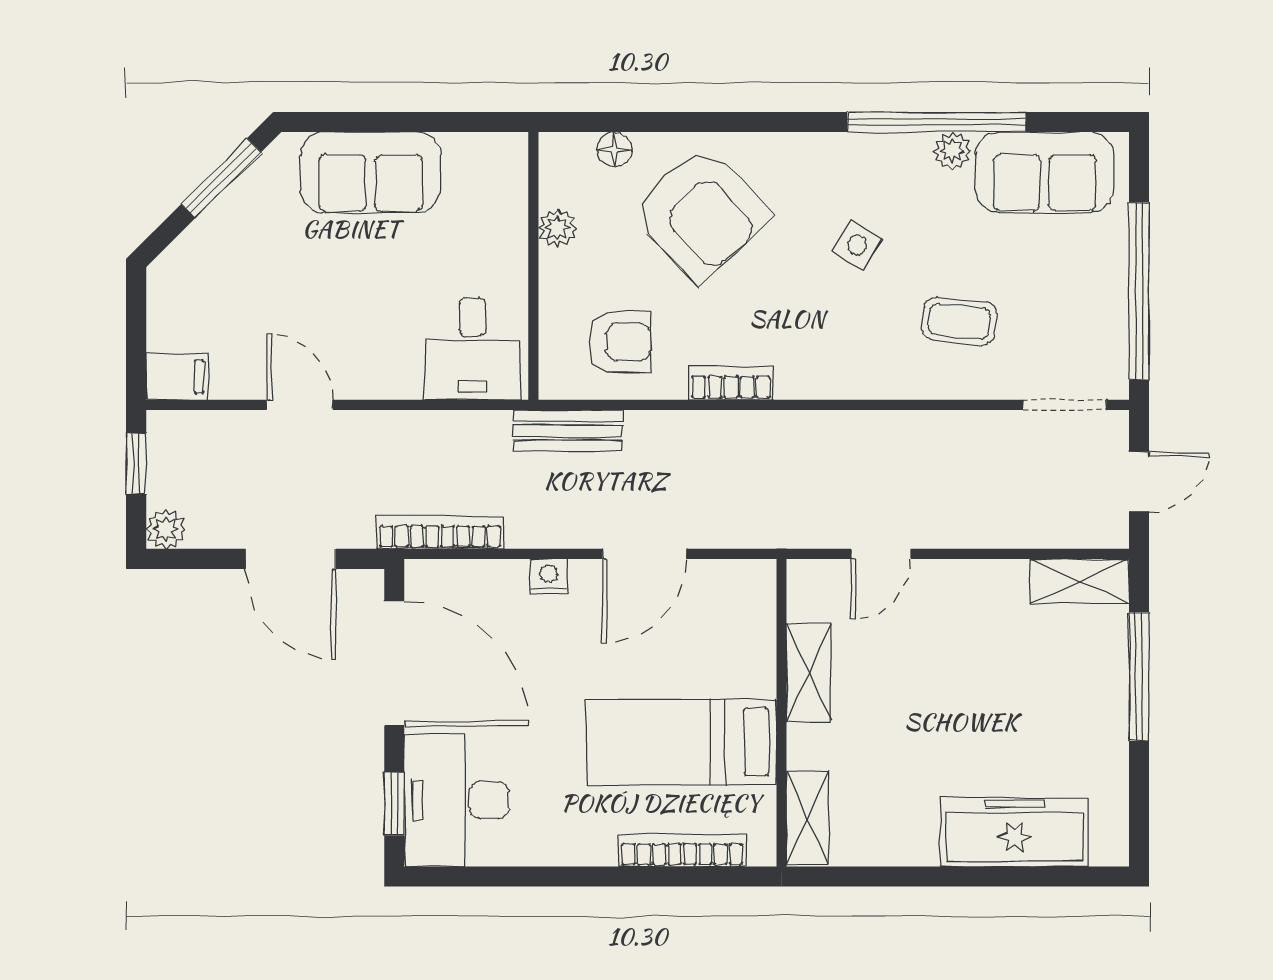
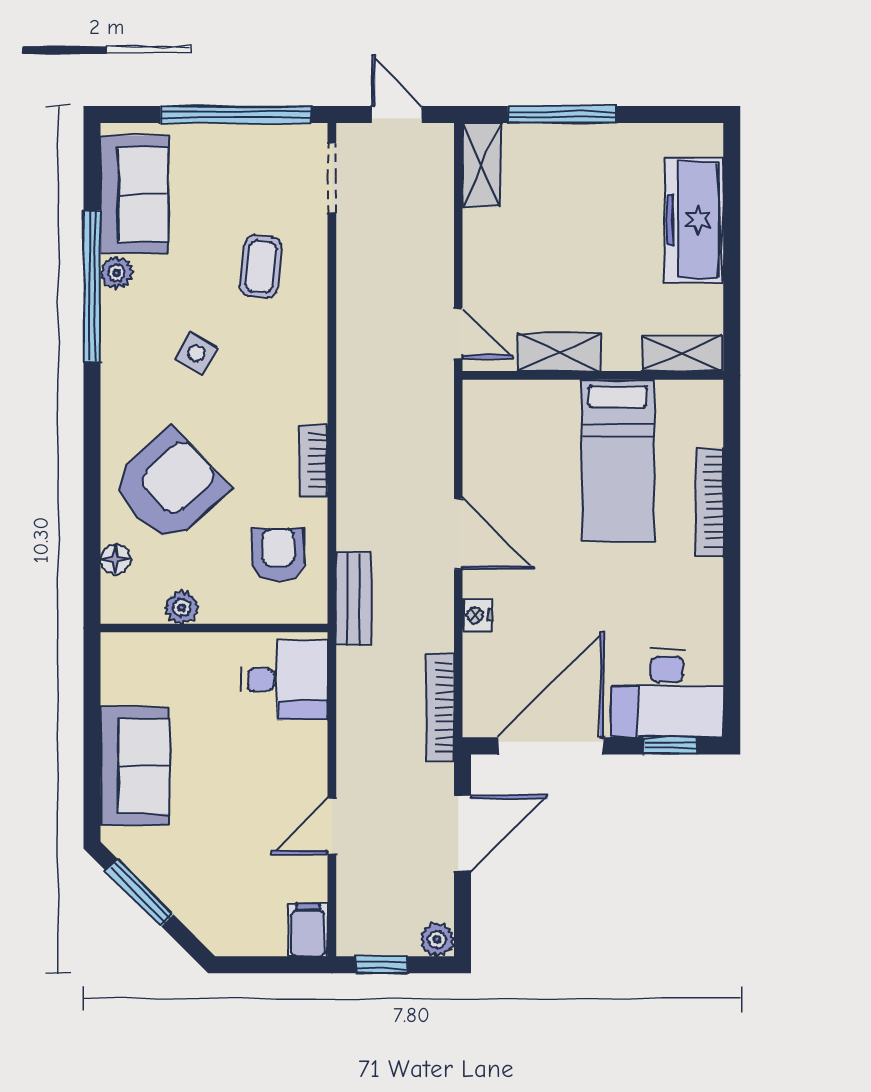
shelving: (809, 673) -> (559, 352), moved
wall: (782, 713) -> (593, 375), moved
bed: (681, 742) -> (618, 461), moved
shelving: (808, 818) -> (682, 353), moved

